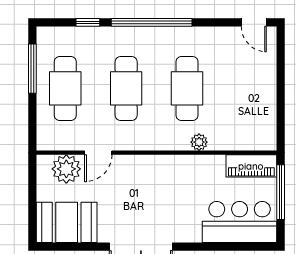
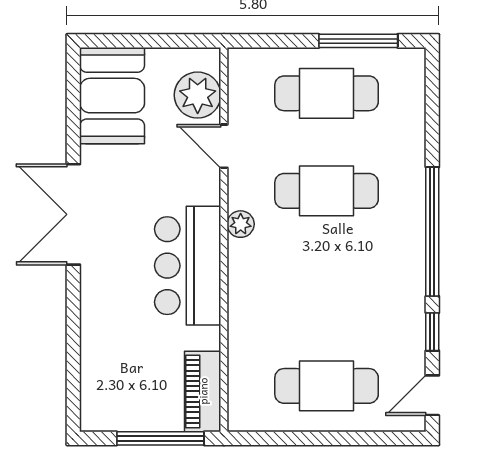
window: (88, 22) -> (432, 332), moved
cafe table: (187, 88) -> (327, 386), moved
plant: (199, 142) -> (241, 224), moved
bar counter: (240, 222) -> (188, 266), moved, turned 180

